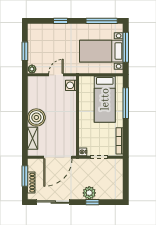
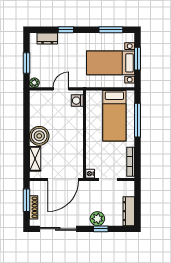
window: (102, 21) -> (111, 30), width x0.69
dresser: (44, 29) -> (47, 38), added
window: (126, 47) -> (138, 59), width x0.69
dresser: (118, 186) -> (129, 211), added

